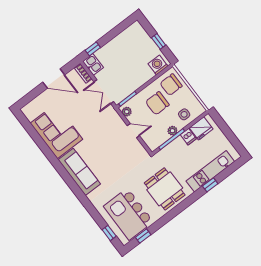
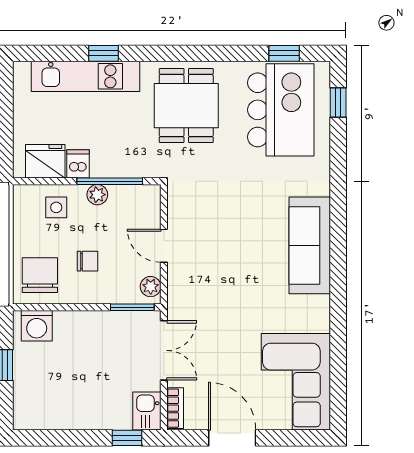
chair: (171, 85) -> (40, 275), turned -90
chair: (157, 103) -> (87, 261), width x0.54, depth x0.54
corner sofa: (56, 131) -> (296, 382), moved

